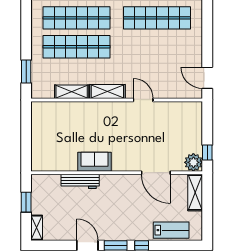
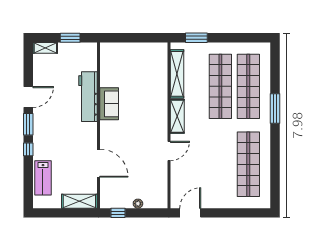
shelving: (72, 92) -> (177, 74), width x1.47
plant: (193, 162) -> (138, 204), moved, width x0.53, depth x0.53
door: (156, 173) -> (98, 163), swing flipped
workbench: (80, 181) -> (88, 97), width x1.36, depth x1.32

